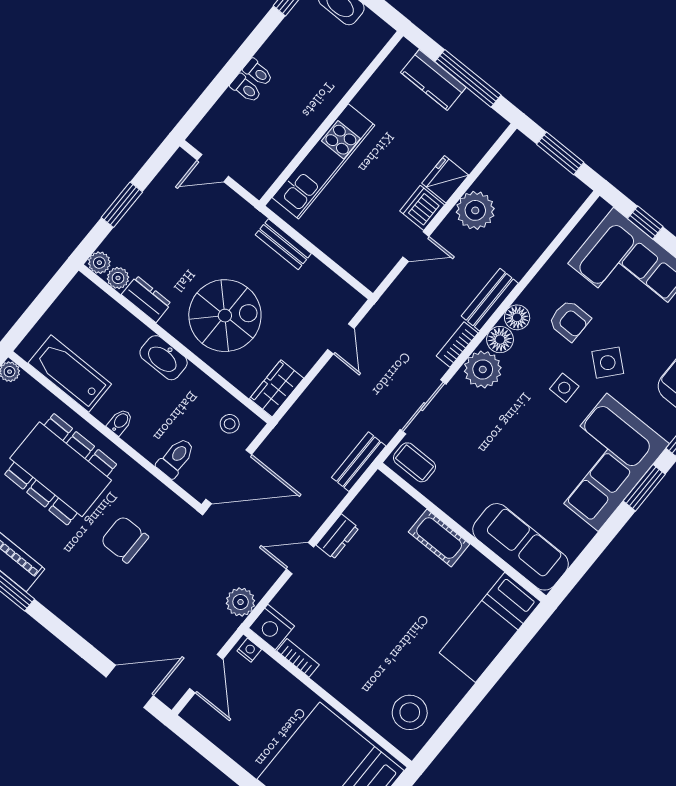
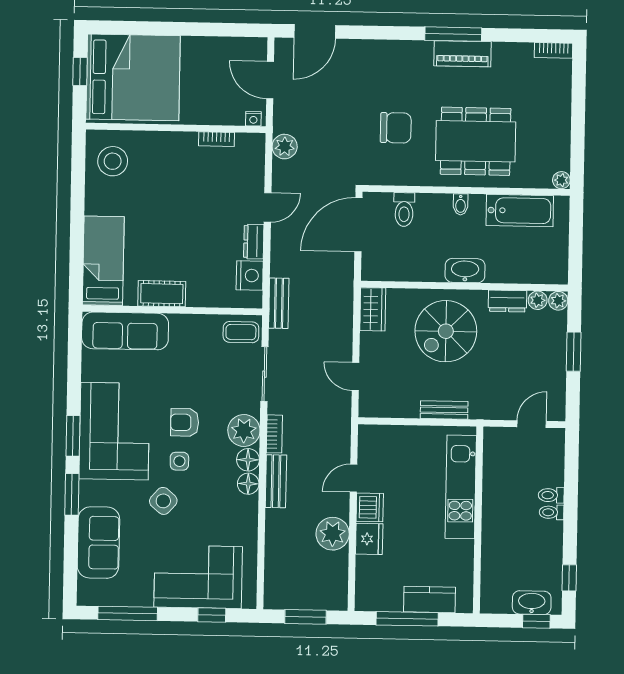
armchair: (569, 321) -> (185, 422), moved
stool: (230, 424) -> (386, 261), removed
cot: (439, 538) -> (162, 294), moved
nightstand: (271, 627) -> (250, 275), moved, turned 90

